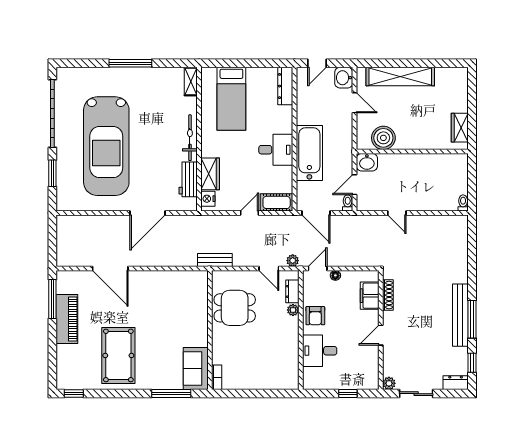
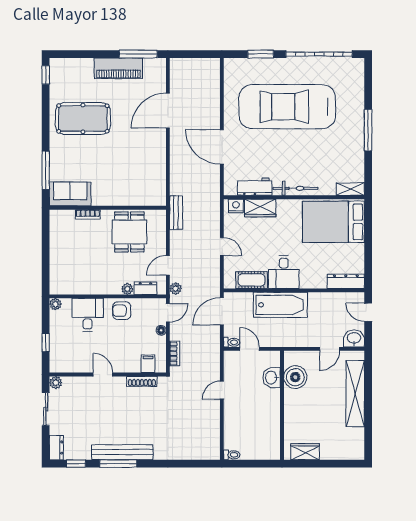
bed: (231, 99) -> (333, 222), width x1.50
washbasin: (367, 162) -> (271, 378), moved
cot: (277, 202) -> (251, 280), moved, turned 90
bookcase: (359, 261) -> (175, 354), added
door: (318, 268) -> (168, 313), hinge flipped
filing cabinet: (370, 296) -> (148, 364), width x0.50
bookcase: (217, 377) -> (88, 214), moved
plant: (309, 384) -> (55, 304), added

